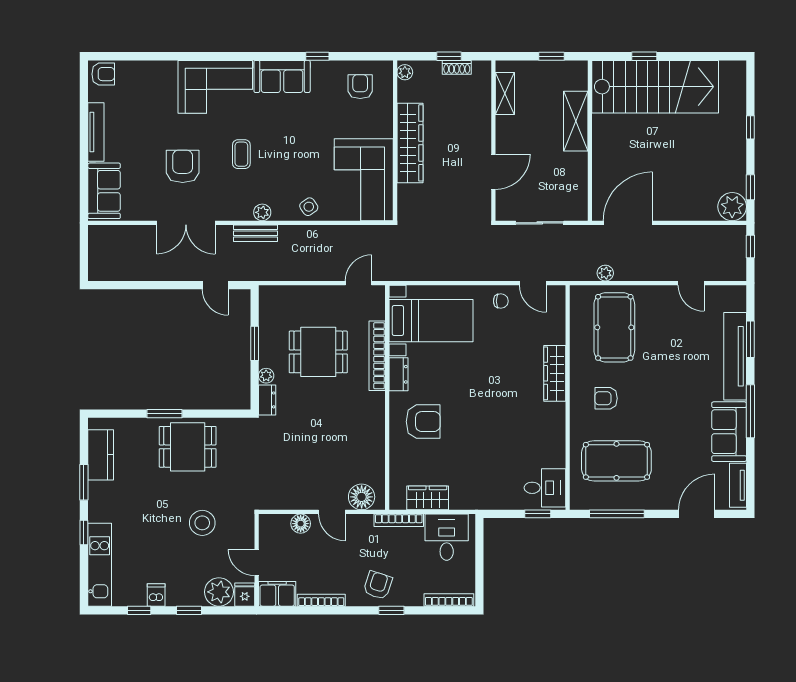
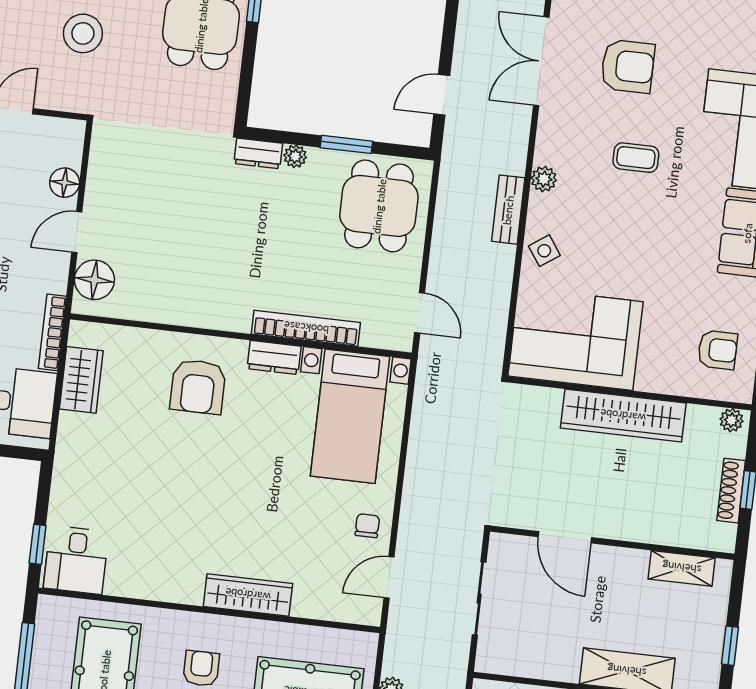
shoe rack: (457, 67) -> (731, 491), width x1.43
bench: (256, 233) -> (508, 210), moved
chair: (501, 301) -> (367, 526), turned 180
dining table: (318, 352) -> (379, 206), moved

